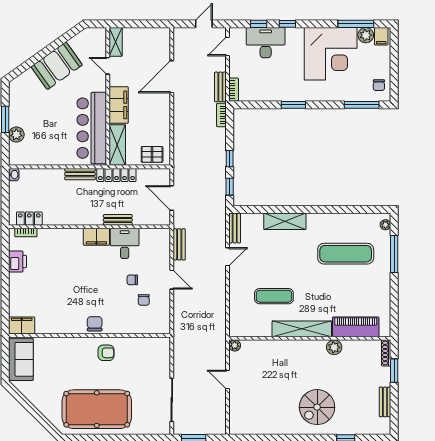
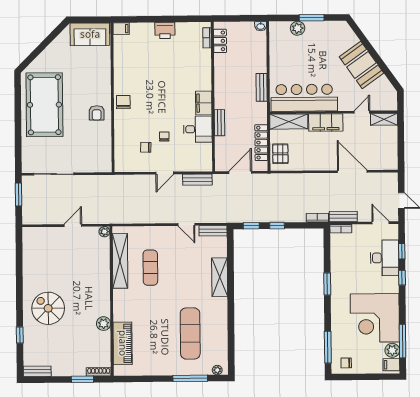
locker: (116, 175) -> (261, 143), moved
printer: (17, 262) -> (165, 30), moved
chair: (95, 324) -> (123, 102), turned -90
filing cabinet: (22, 325) -> (121, 29), width x0.50
shelving: (302, 329) -> (120, 261), moved
bench: (385, 402) -> (37, 371), moved

